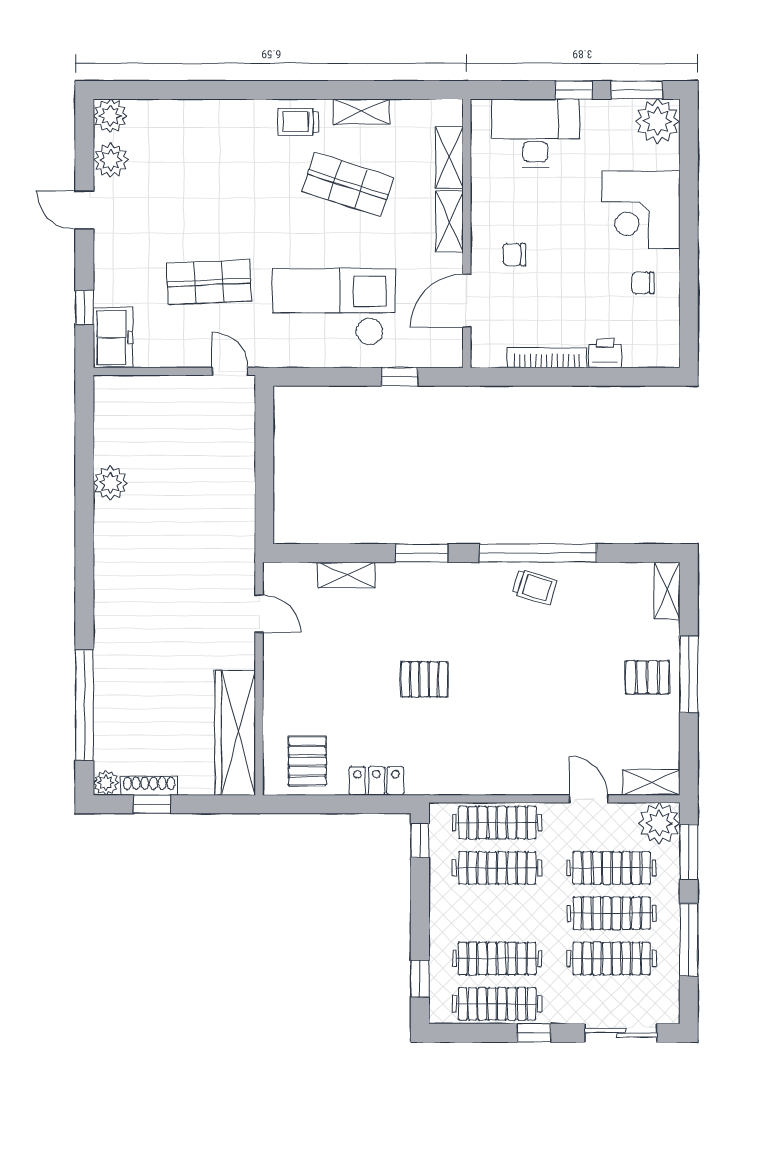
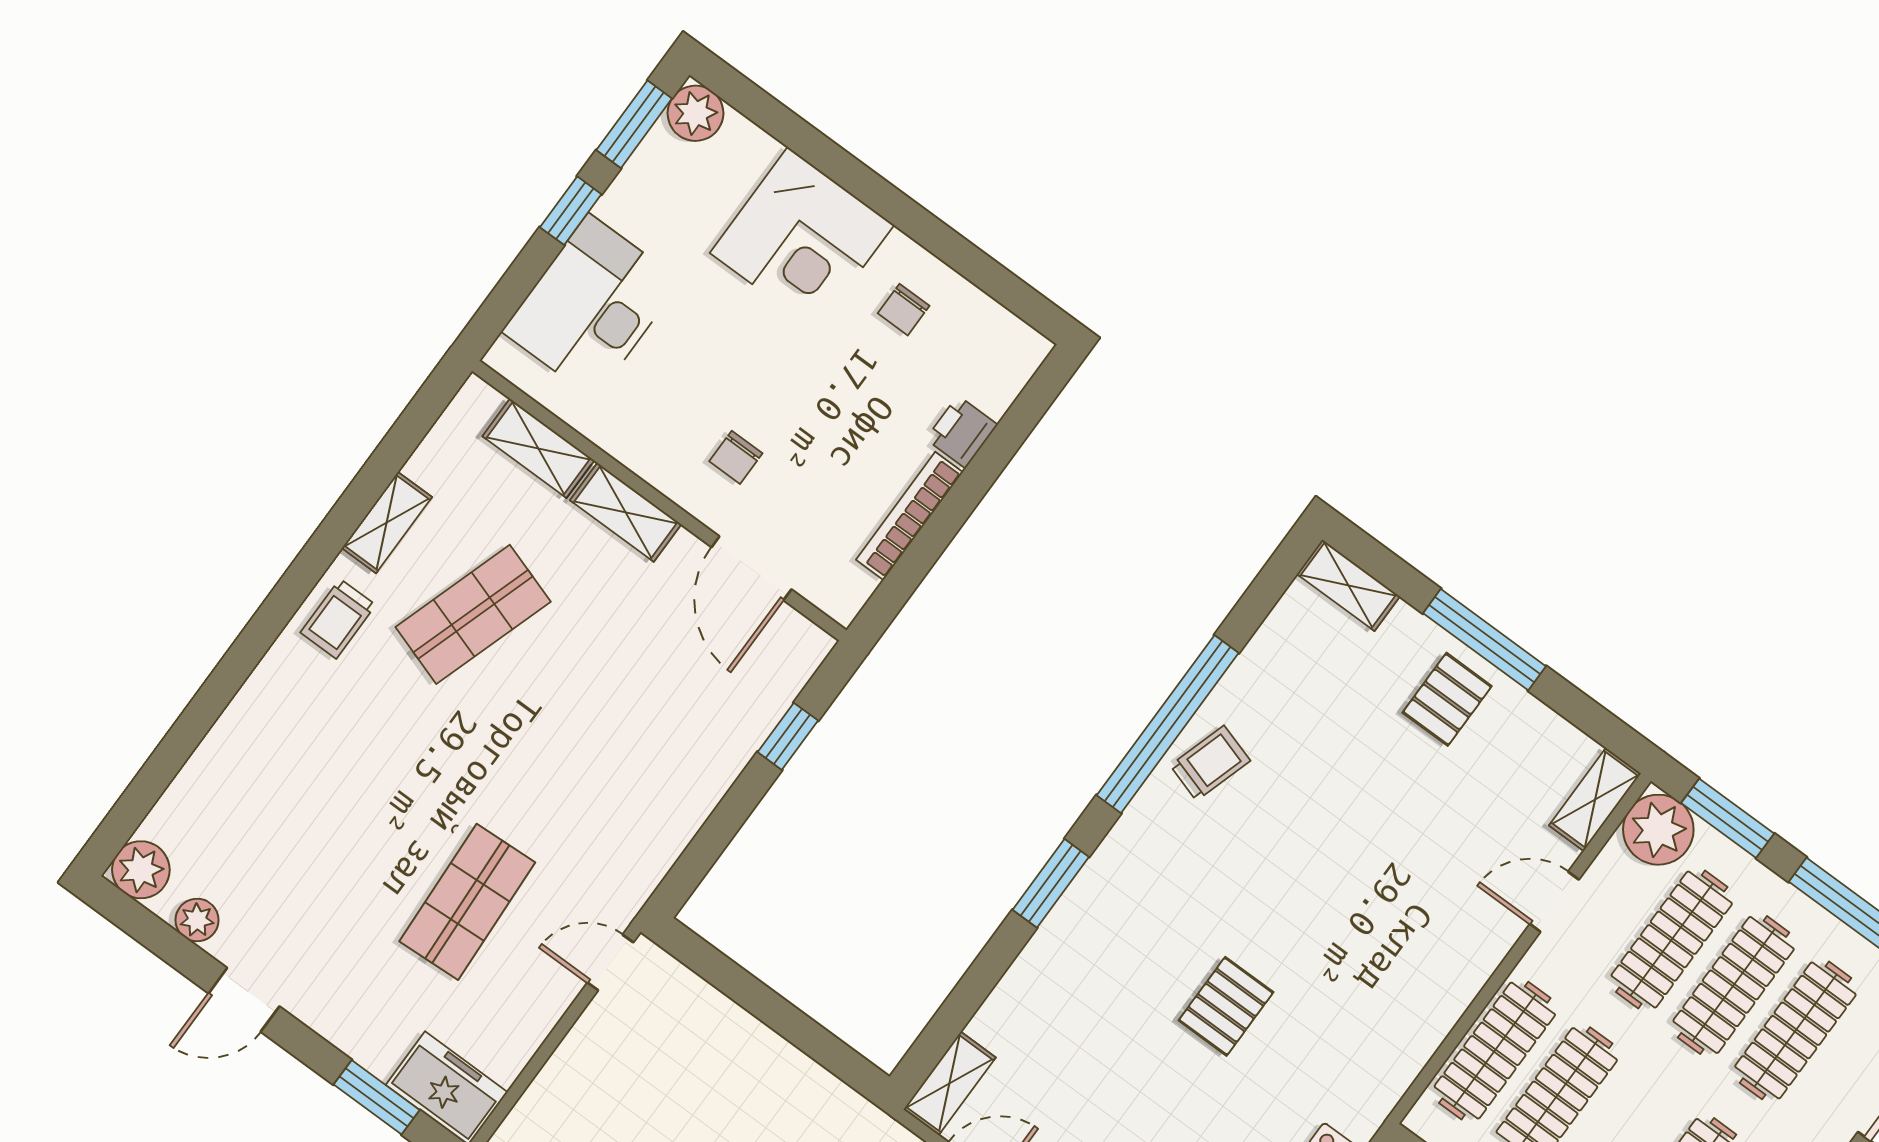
plant: (658, 121) -> (695, 113), width x0.73, depth x0.73
plant: (111, 160) -> (197, 920), width x0.73, depth x0.73
window: (84, 307) -> (377, 1097), width x1.50
checkout: (334, 307) -> (626, 756), removed
shelving: (346, 575) -> (950, 1083), moved

